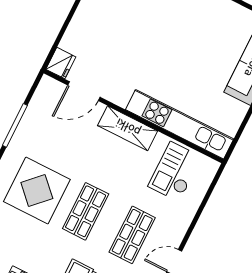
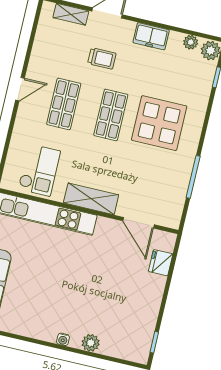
fridge: (61, 63) -> (161, 263), moved
door: (84, 91) -> (139, 223), swing flipped

